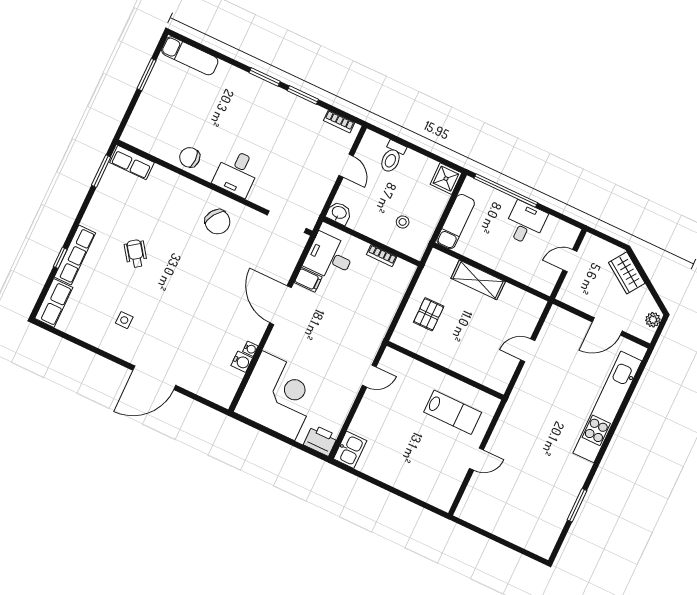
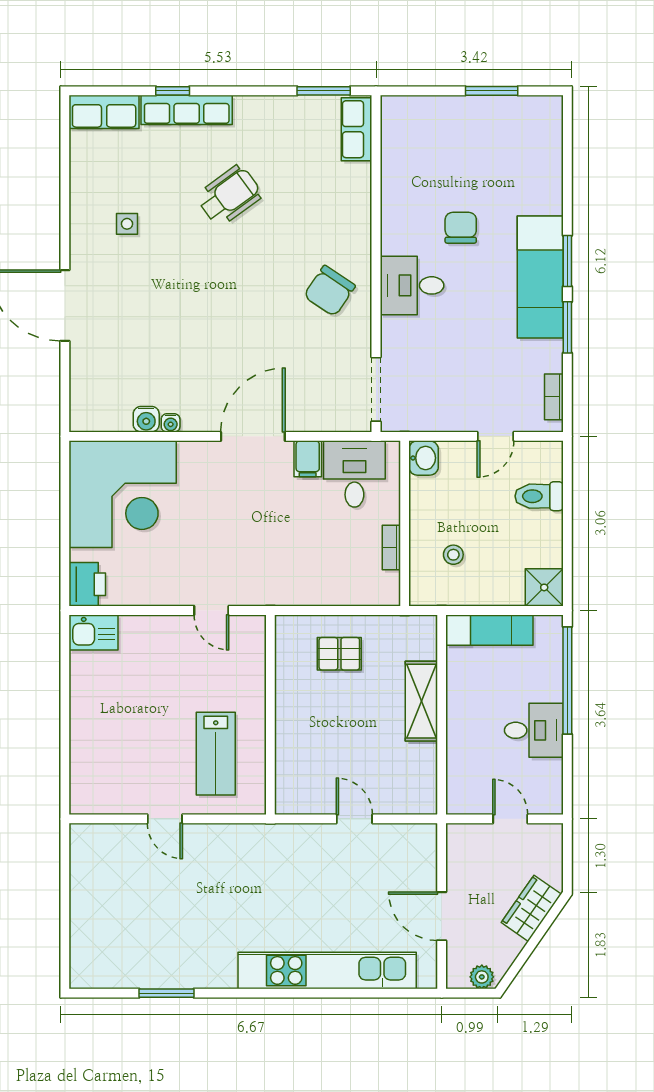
exam couch: (190, 56) -> (540, 277), moved, width x1.36, depth x1.45
chair: (190, 157) -> (461, 228), moved
wheelchair: (136, 254) -> (229, 196), width x1.36, depth x1.37

